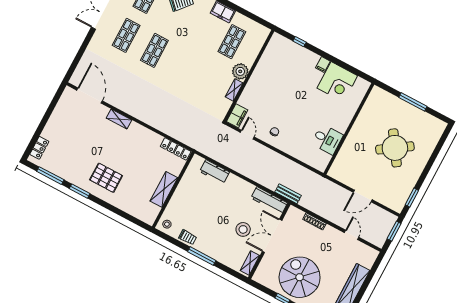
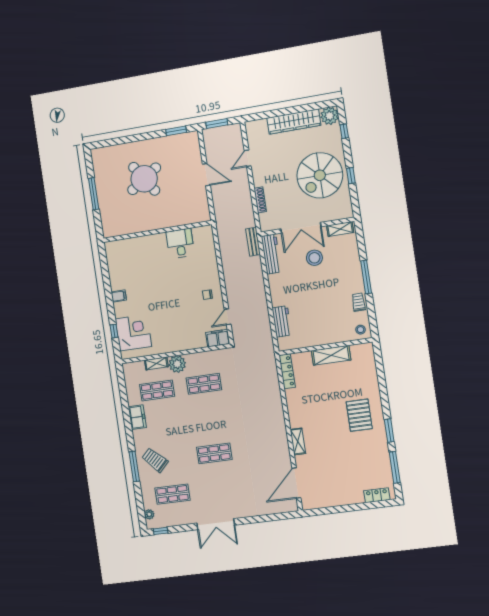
shop shelf: (126, 35) -> (204, 384), moved
corner desk: (337, 82) -> (133, 333), moved
shelving: (234, 90) -> (156, 363), moved

